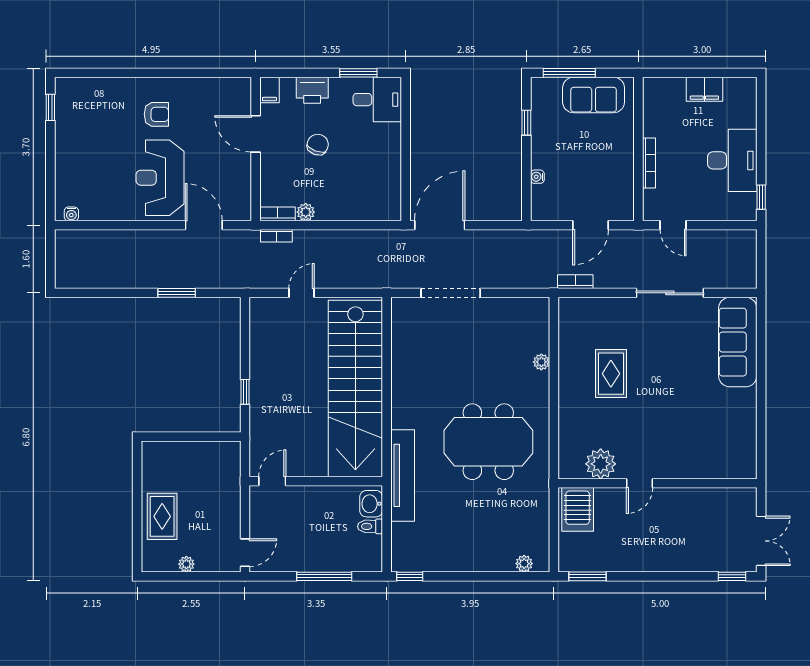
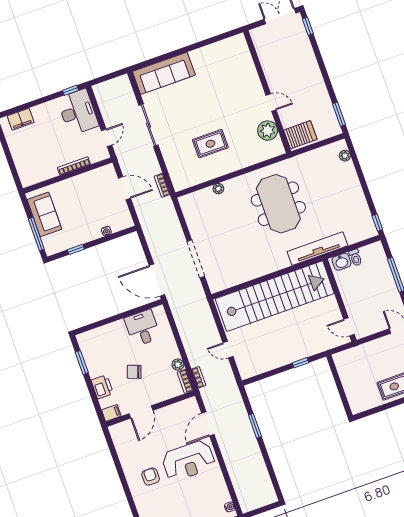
filing cabinet: (704, 89) -> (21, 119), moved, turned 90
desk: (377, 100) -> (142, 328), moved
desk: (732, 160) -> (78, 112), moved, turned 90

